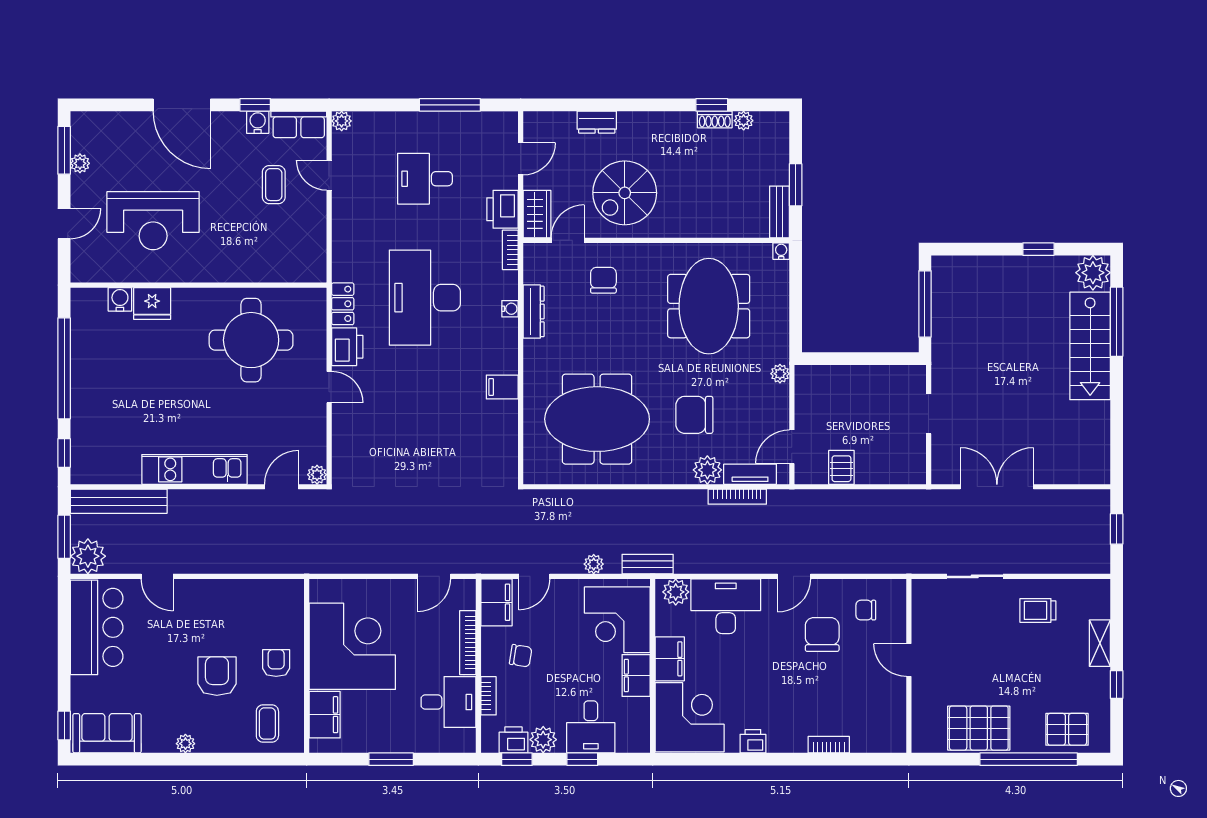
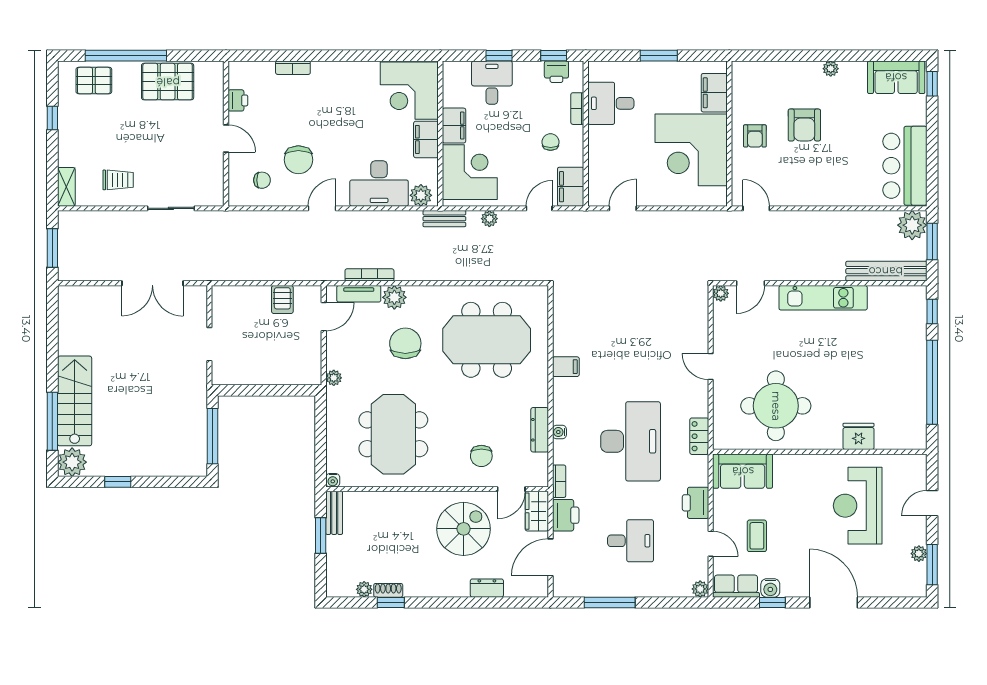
door: (521, 159) -> (550, 557), width x1.38
reception desk: (153, 221) -> (858, 506), turned -90
sofa: (291, 262) -> (743, 471), added
water cooler: (120, 299) -> (885, 440), removed
printer: (347, 347) -> (695, 503), moved
chair: (694, 415) -> (405, 343), turned -90
window: (1117, 529) -> (52, 248), width x1.50
door: (157, 576) -> (756, 208), moved
bookcase: (468, 643) -> (595, 153), removed
shelving: (1100, 643) -> (66, 187), moved
chair: (521, 656) -> (551, 142), turned 81
coffee table: (267, 724) -> (762, 85), removed
plant: (543, 740) -> (532, 72), removed
printer: (753, 741) -> (238, 100), moved, turned -90

